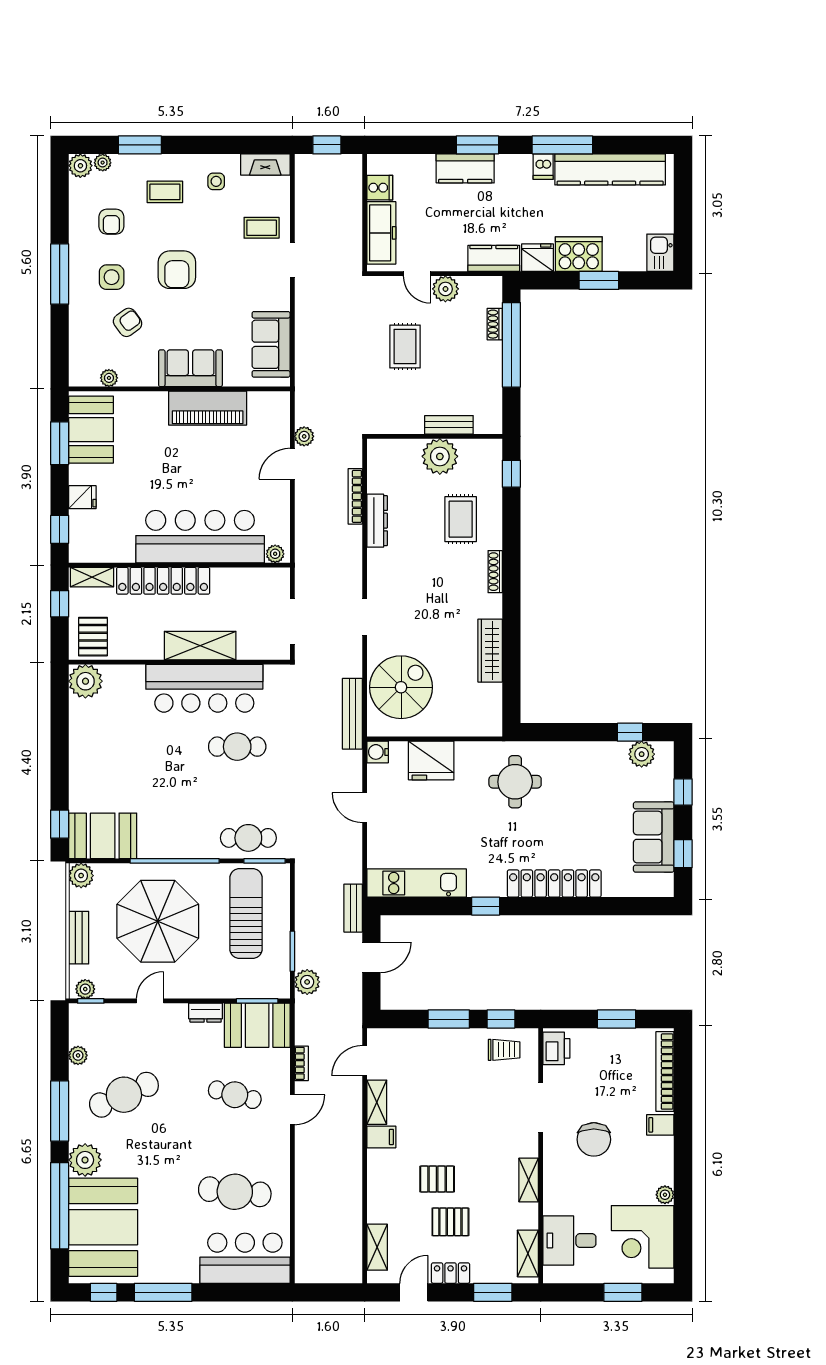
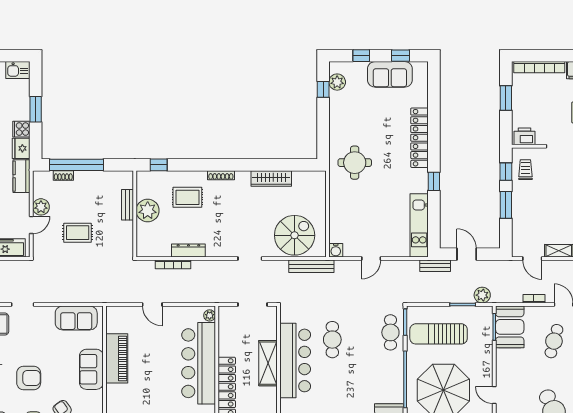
cooker: (579, 254) -> (21, 129), width x0.53, depth x0.76
plant: (304, 436) -> (135, 297), removed
spiral stairs: (401, 687) -> (295, 235), turned 90
fridge: (431, 760) -> (341, 216), removed
dresser: (206, 1013) -> (502, 360), removed

